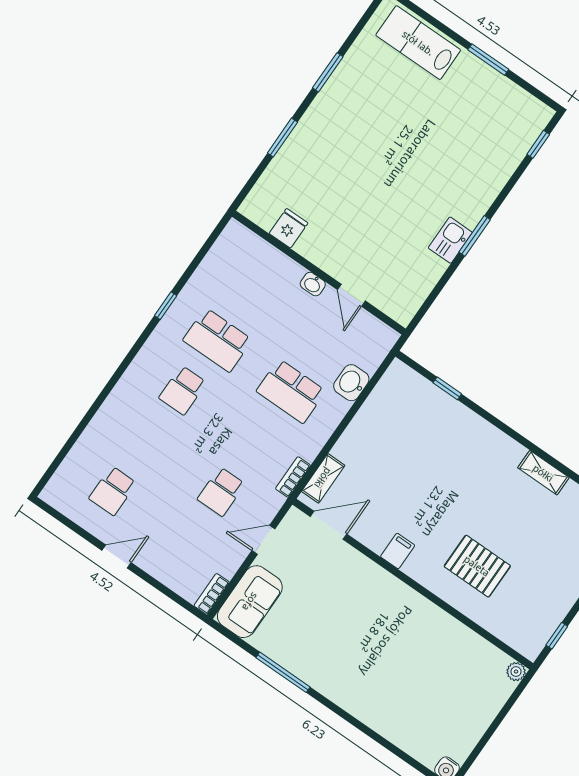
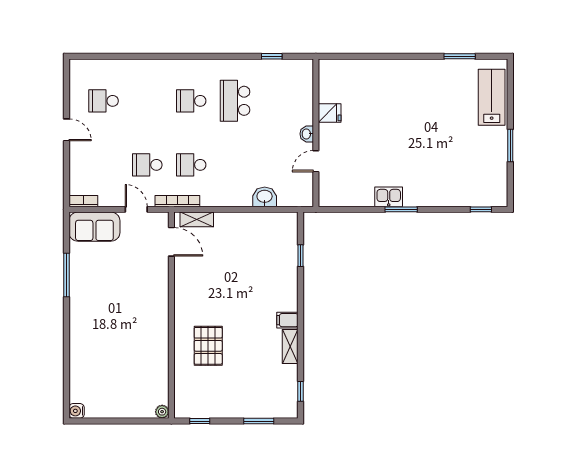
window: (328, 72) -> (460, 56), moved
window: (282, 138) -> (380, 56), removed
fridge: (289, 228) -> (330, 113), moved
window: (166, 306) -> (272, 56), moved
school desk: (291, 391) -> (191, 165), moved, width x0.54
bookcase: (293, 477) -> (177, 201), width x1.56
filing cabinet: (398, 551) -> (287, 320), moved, turned 180

